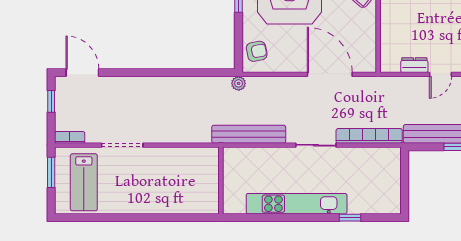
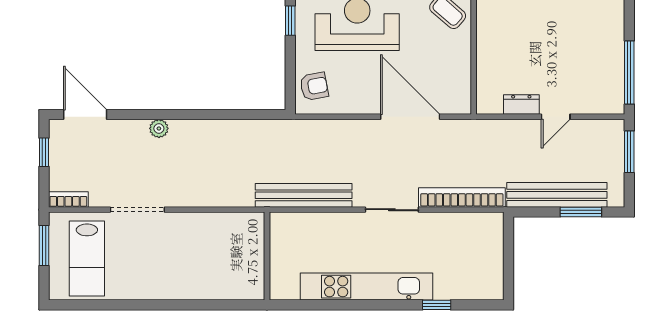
plant: (239, 83) -> (159, 128), moved

